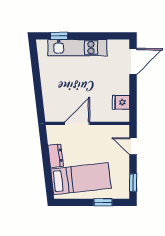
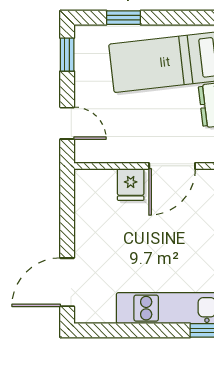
fridge: (121, 102) -> (131, 185), moved, turned 90

